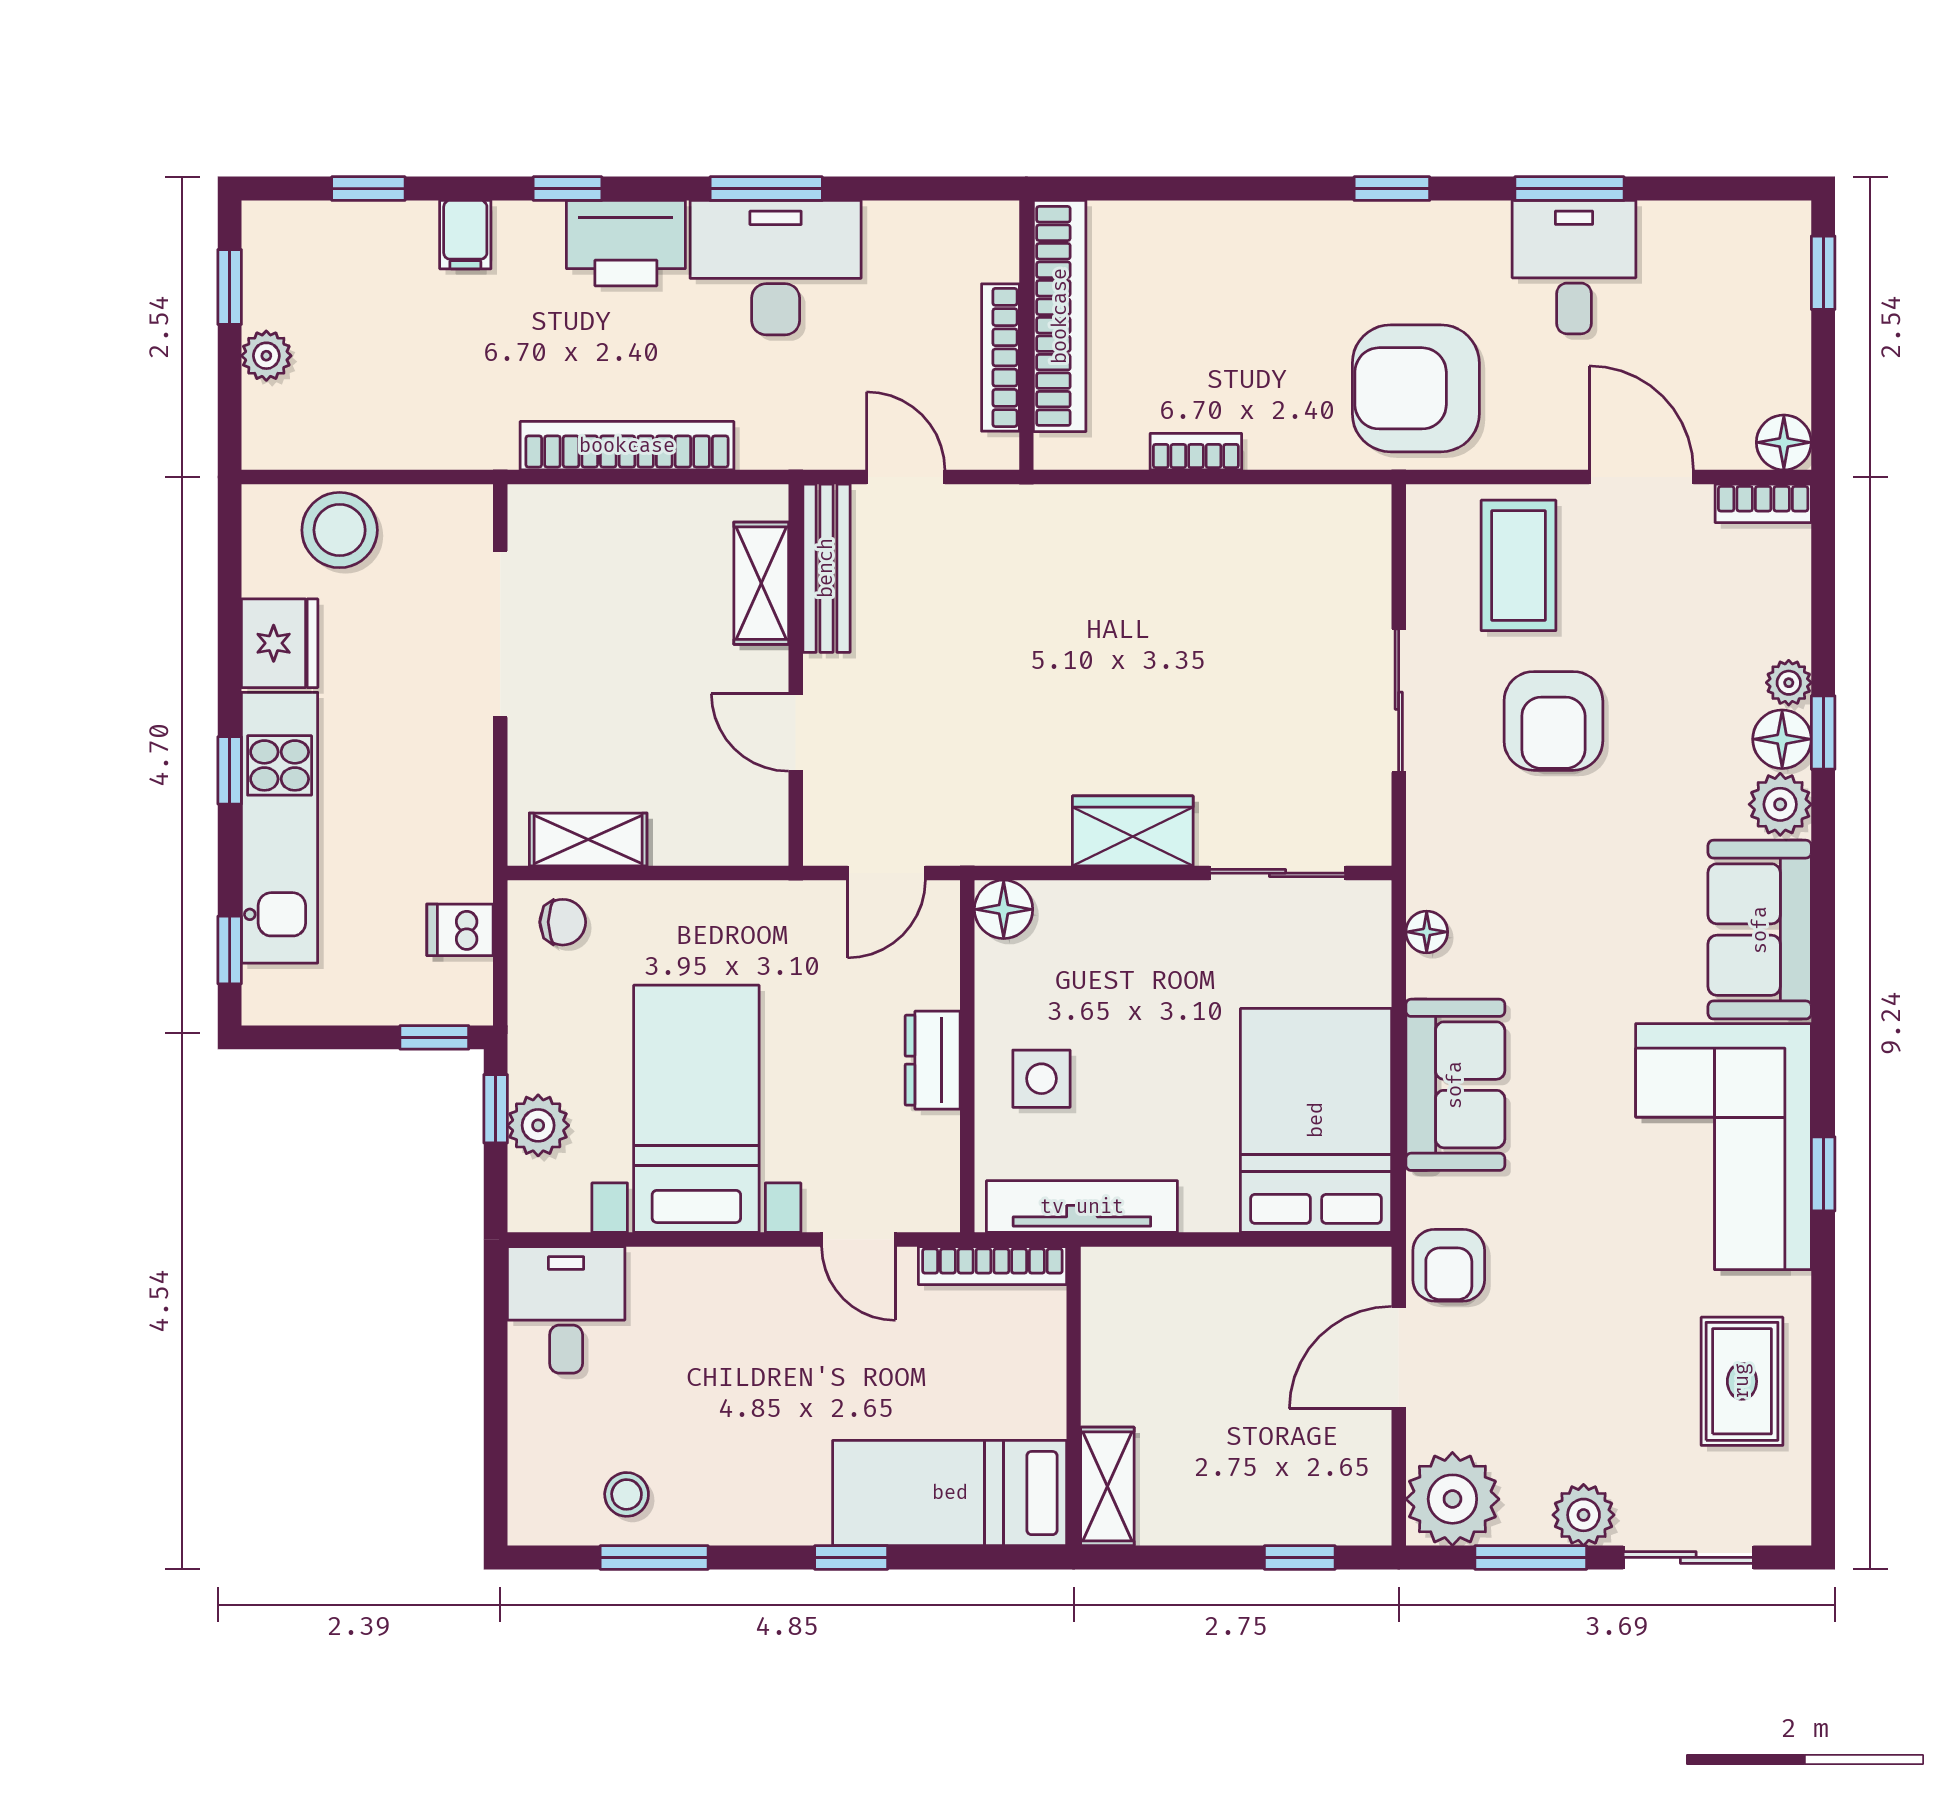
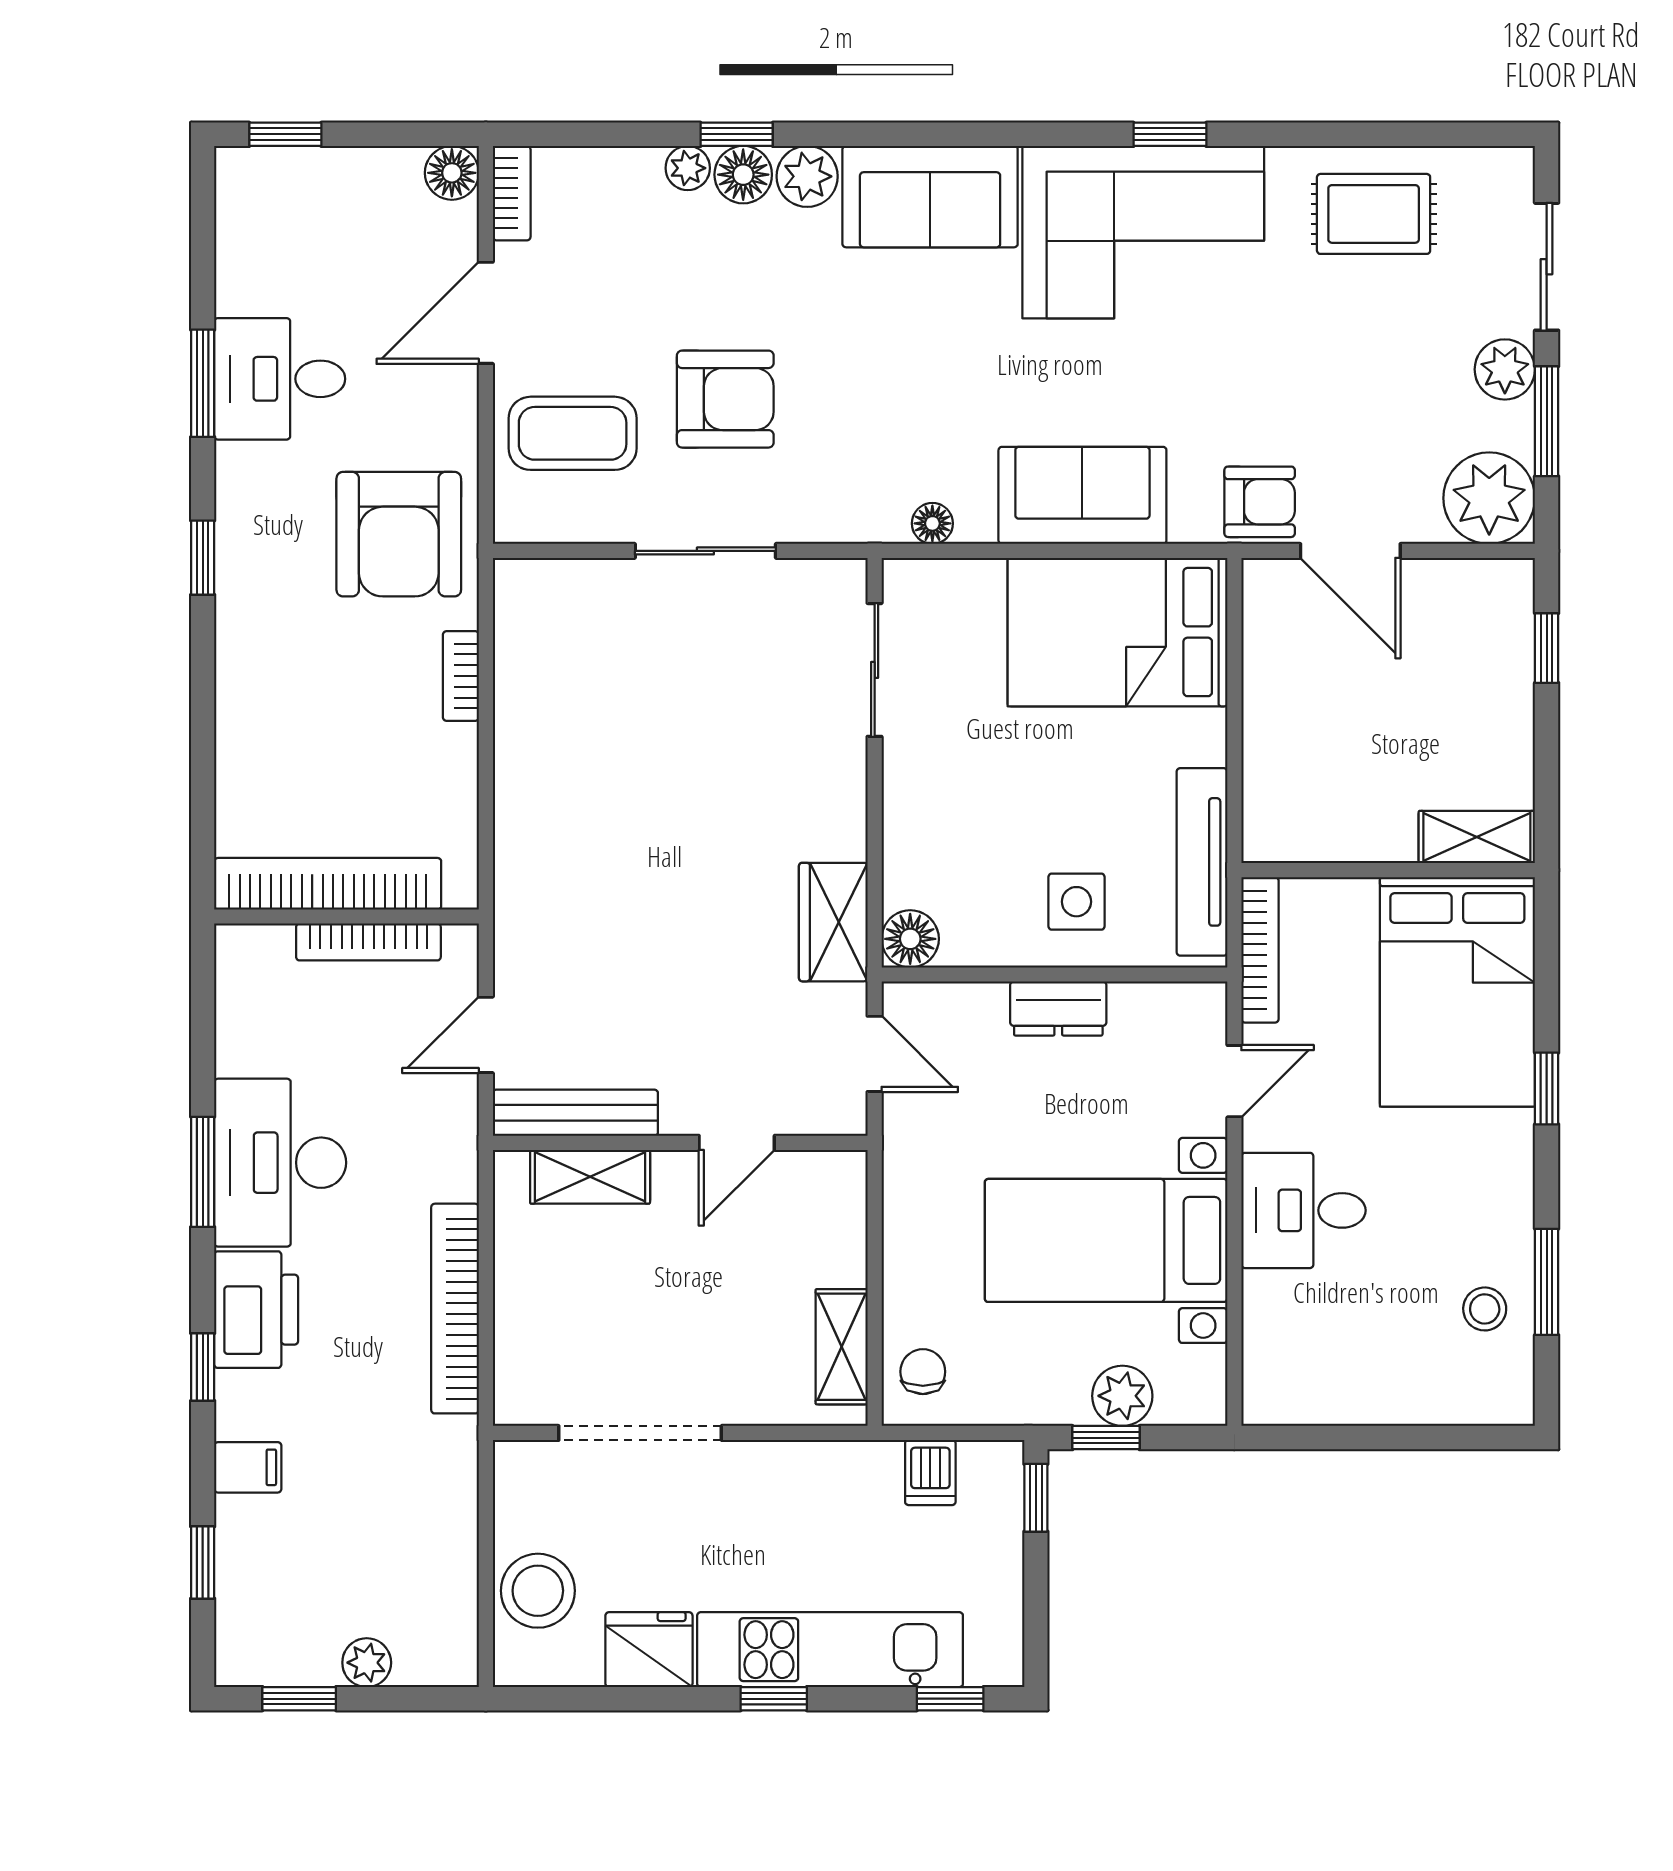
bookcase: (1196, 452) -> (461, 676), moved
wardrobe: (1133, 831) -> (833, 922), moved
desk: (566, 1310) -> (1303, 1210), moved
bed: (950, 1493) -> (1457, 992), width x1.50

